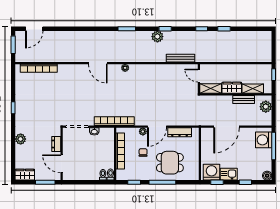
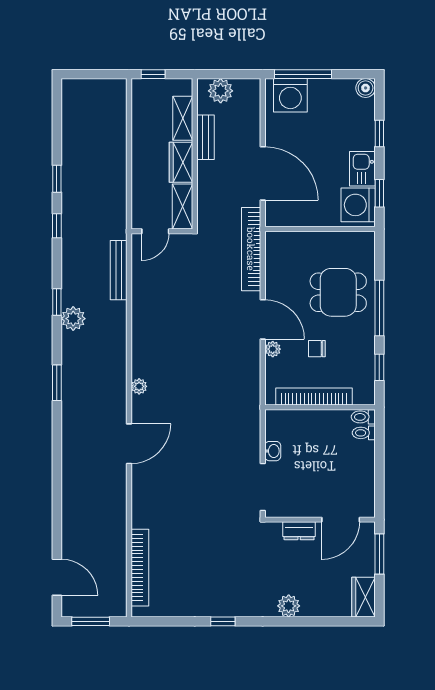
bookcase: (114, 121) -> (251, 249), moved
dresser: (180, 132) -> (274, 272), removed
dining table: (170, 163) -> (338, 292), turned 90

